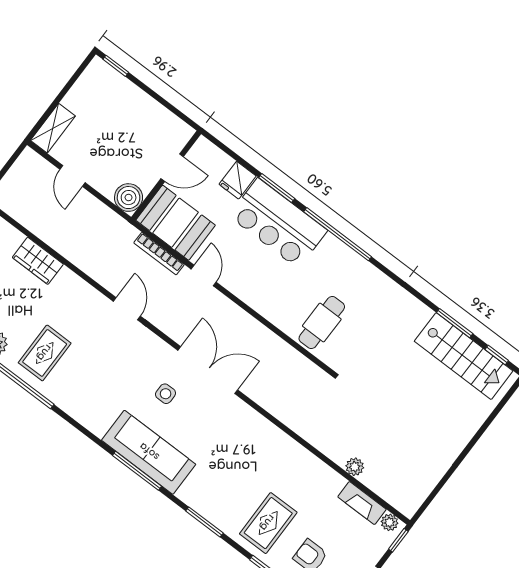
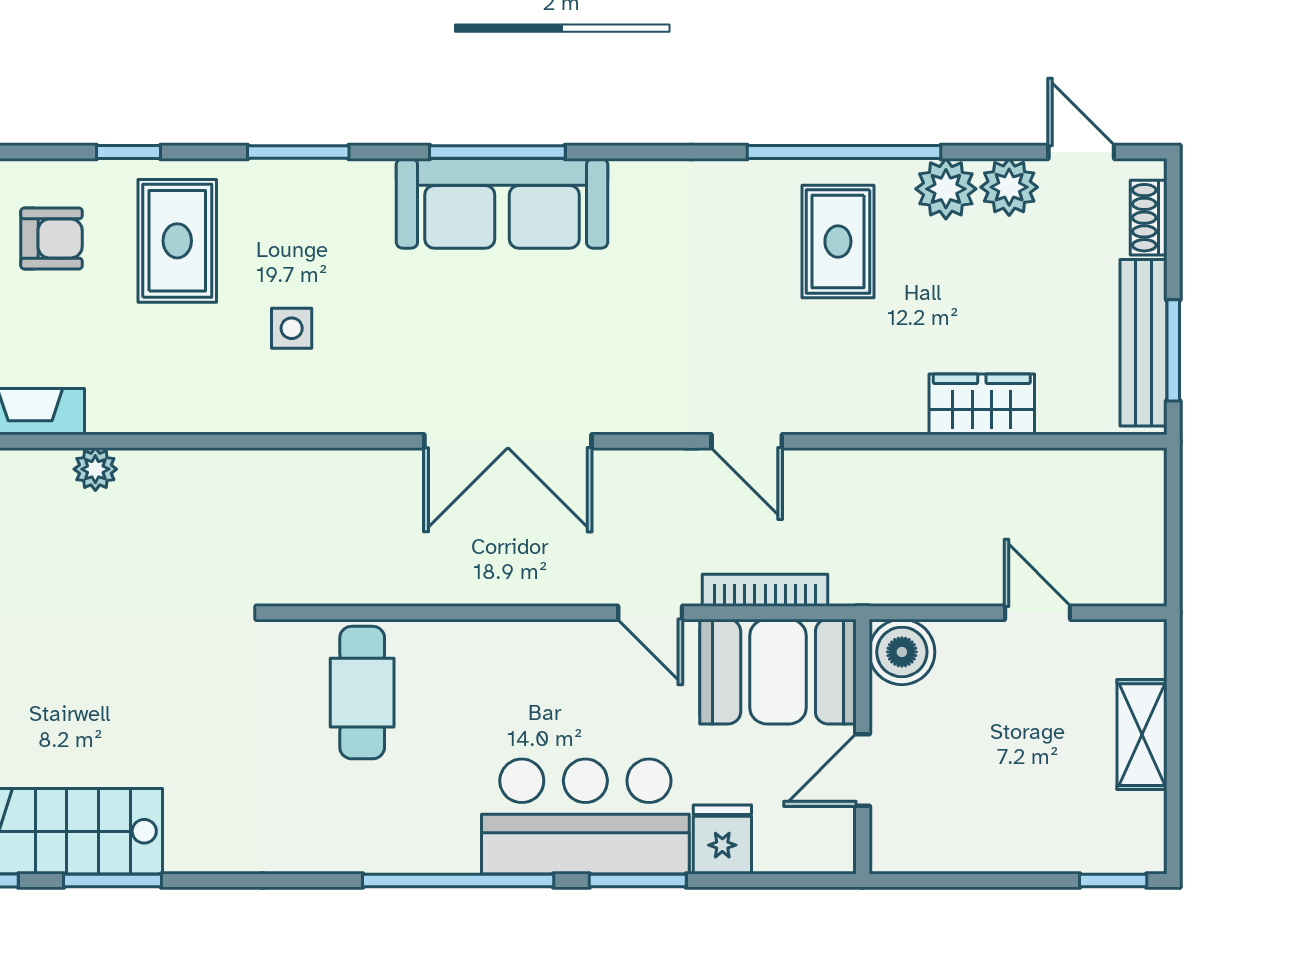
shelving: (53, 128) -> (1142, 735), moved
side table: (166, 394) -> (292, 328), moved

